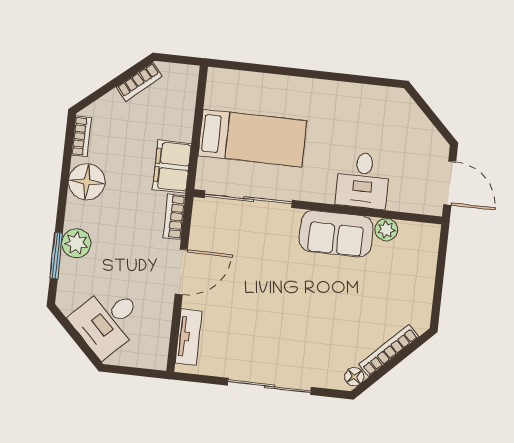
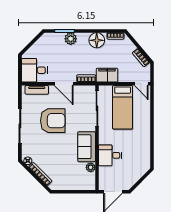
door: (202, 88) -> (141, 84), added
armchair: (266, 307) -> (53, 121), added
desk: (108, 321) -> (34, 70), moved, turned -45

